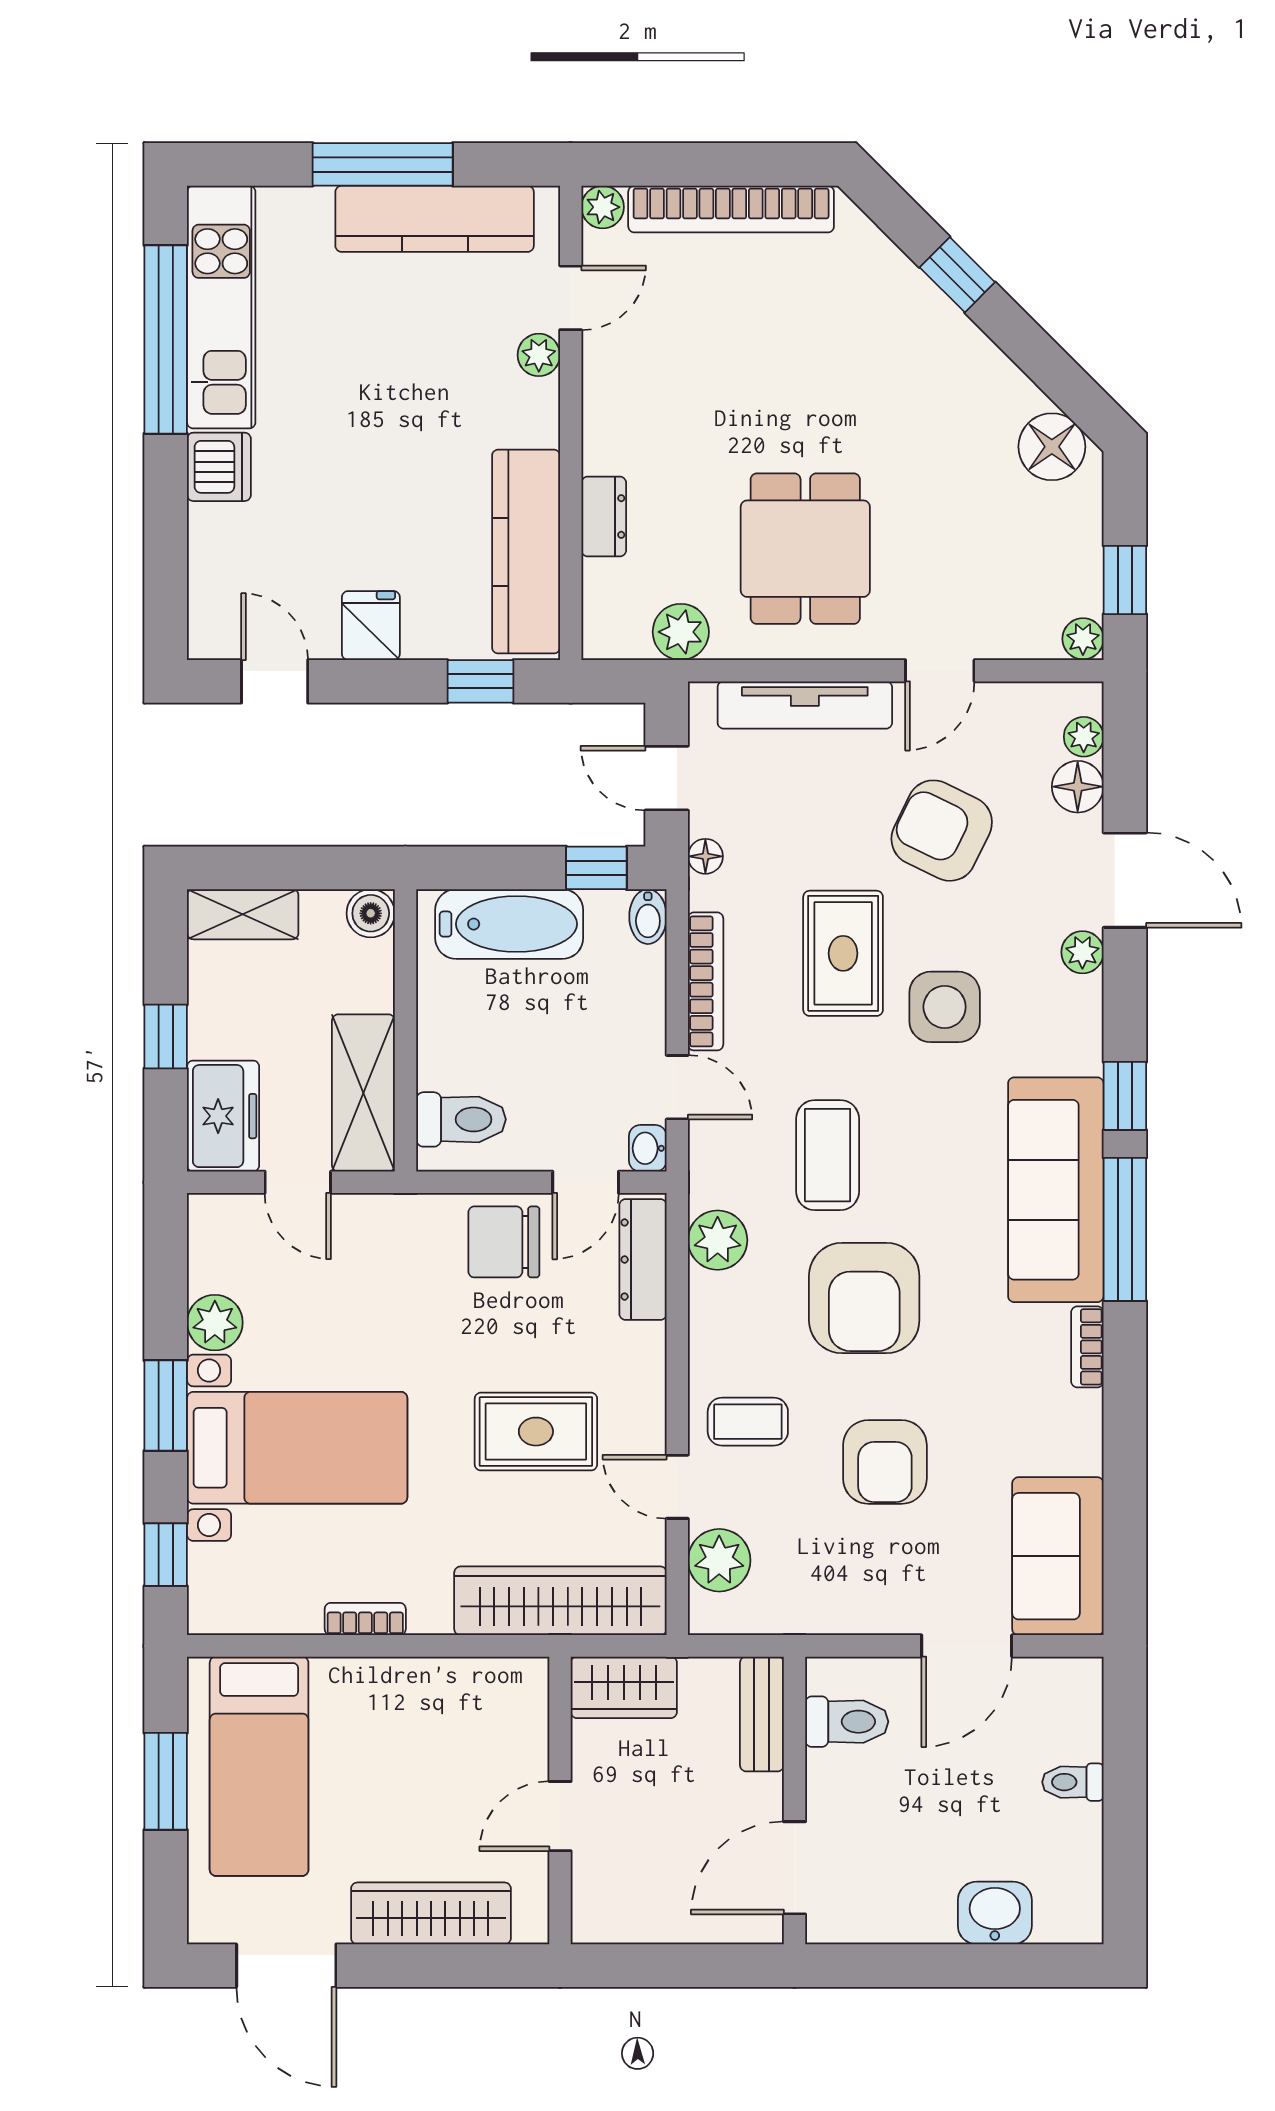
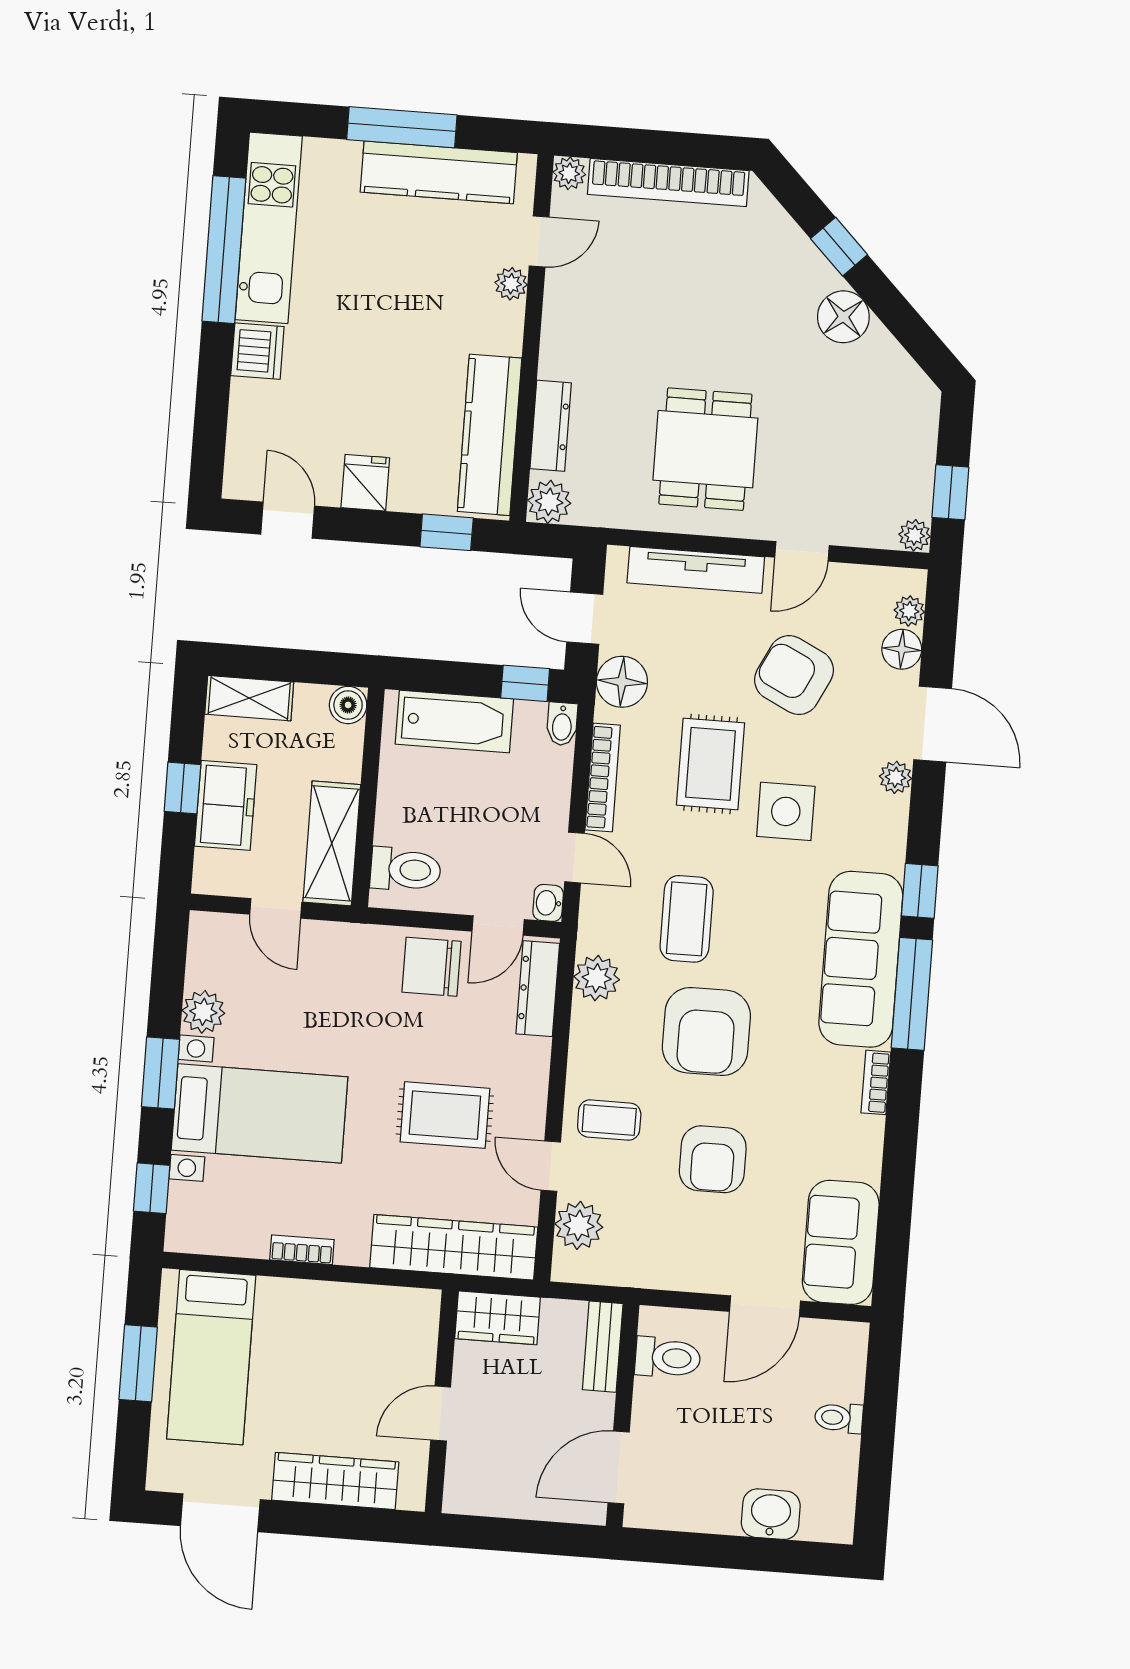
floor lamp: (1052, 447) -> (843, 317), moved
dresser: (604, 517) -> (551, 426), width x1.44
plant: (681, 632) -> (549, 502), moved
floor lamp: (705, 856) -> (622, 682), width x1.89, depth x1.89
freezer: (223, 1116) -> (226, 805), moved

